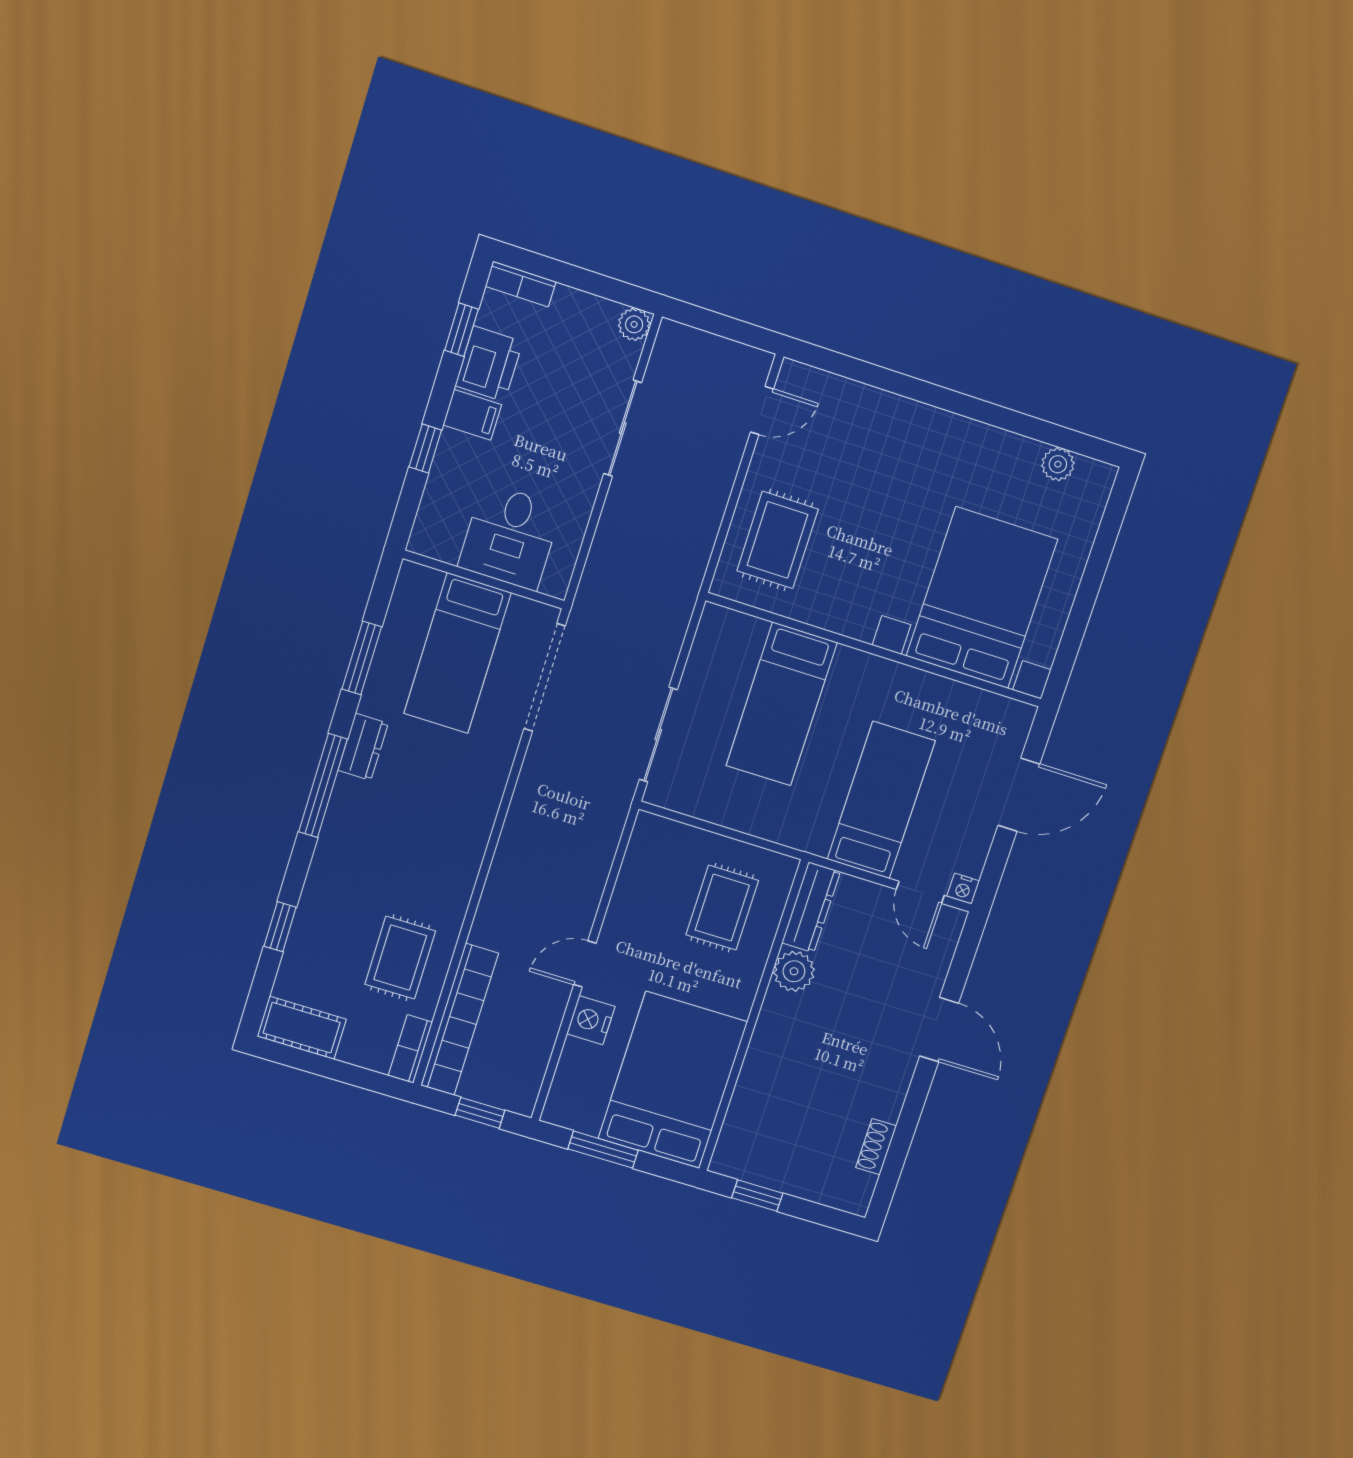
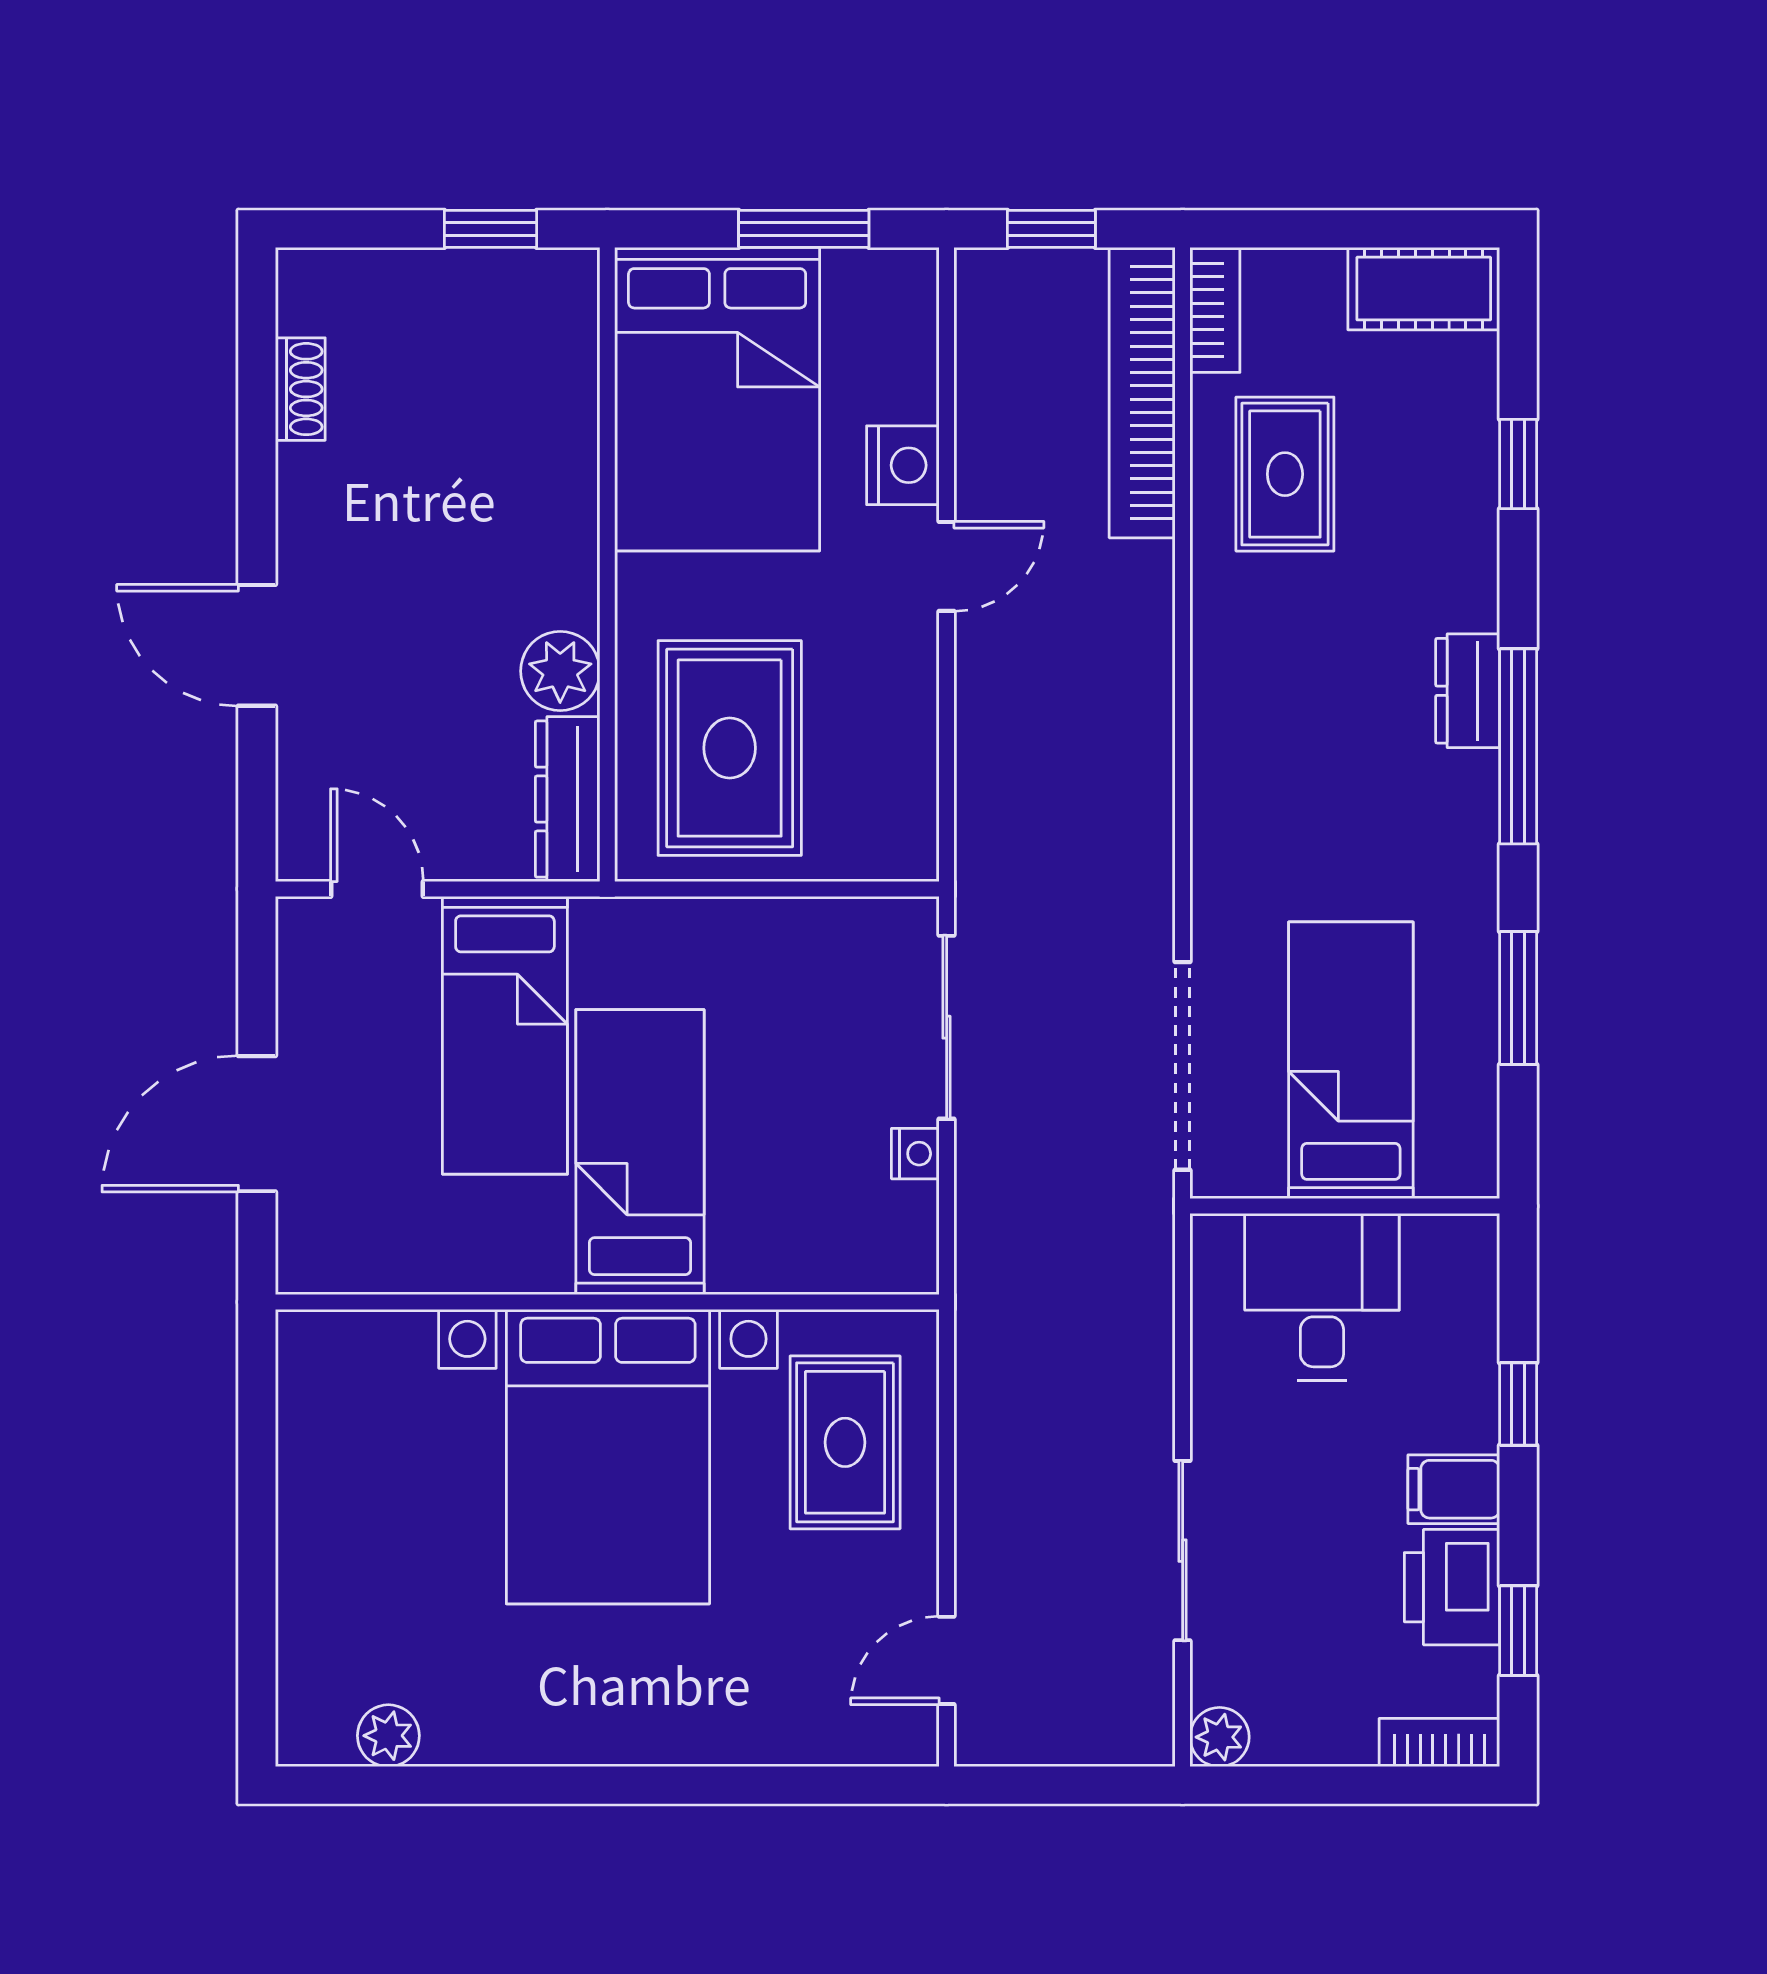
bed with nightstands: (982, 598) -> (608, 1457), moved
bed: (782, 704) -> (640, 1152), moved
dresser: (363, 747) -> (1468, 691), moved
nightstand: (963, 889) -> (915, 1154), moved, turned 90
rug: (722, 908) -> (730, 748), width x1.36, depth x1.43

